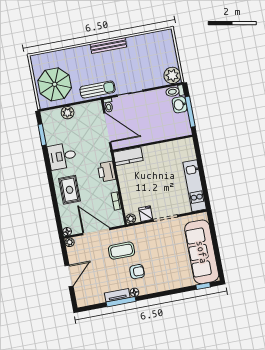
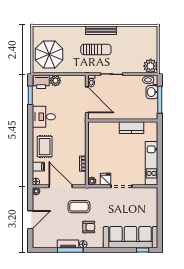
sun lounger: (98, 90) -> (96, 49), moved
kitchen counter: (128, 156) -> (131, 128), moved
printer: (107, 172) -> (41, 82), moved, turned -90
filing cabinet: (67, 214) -> (38, 167), added
sofa: (202, 252) -> (130, 237), moved, turned 90

